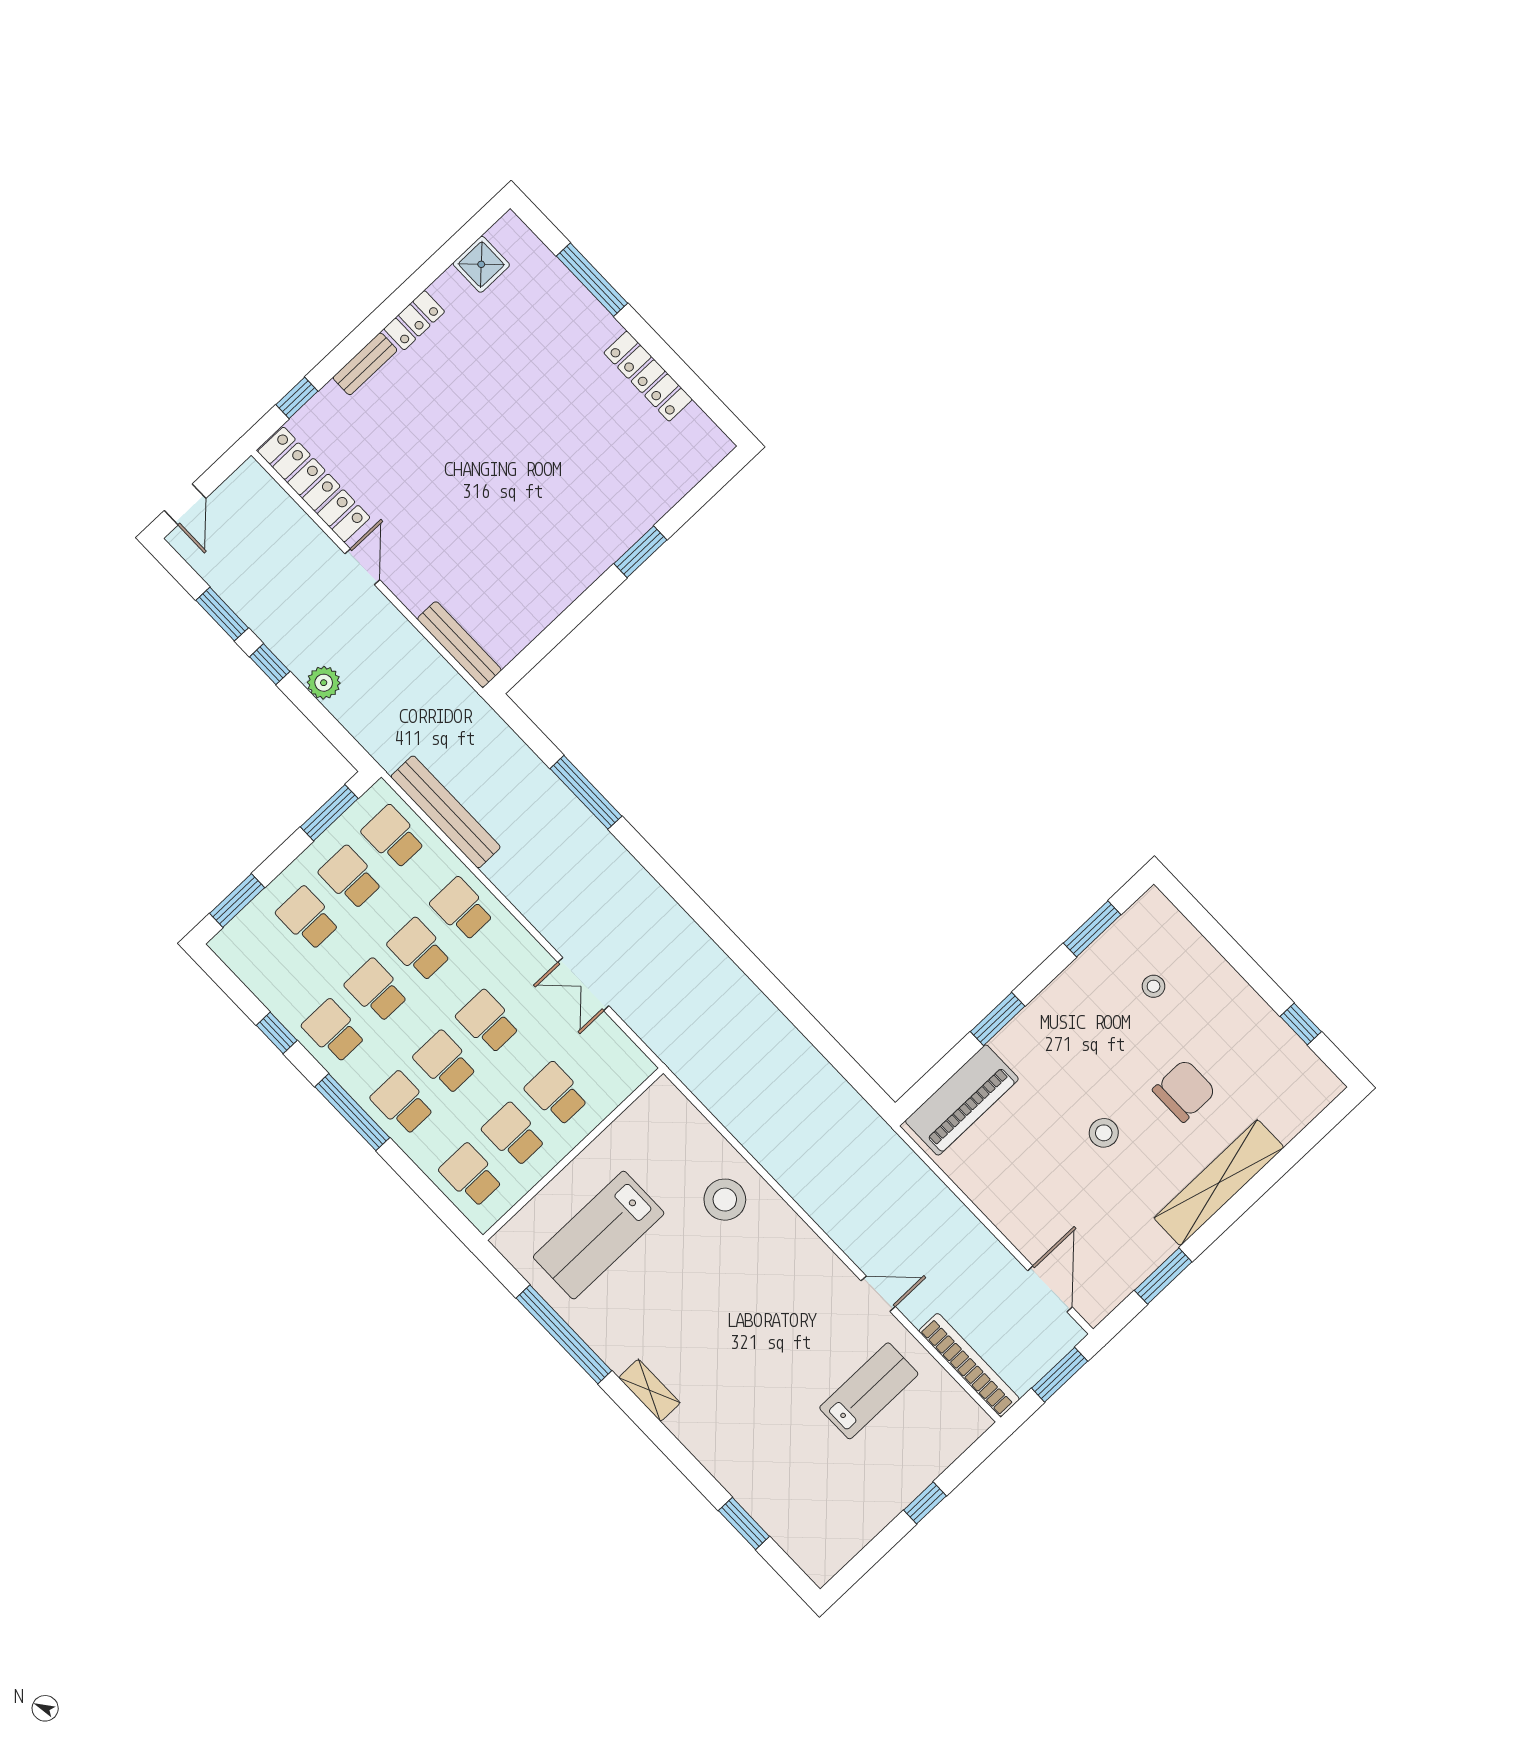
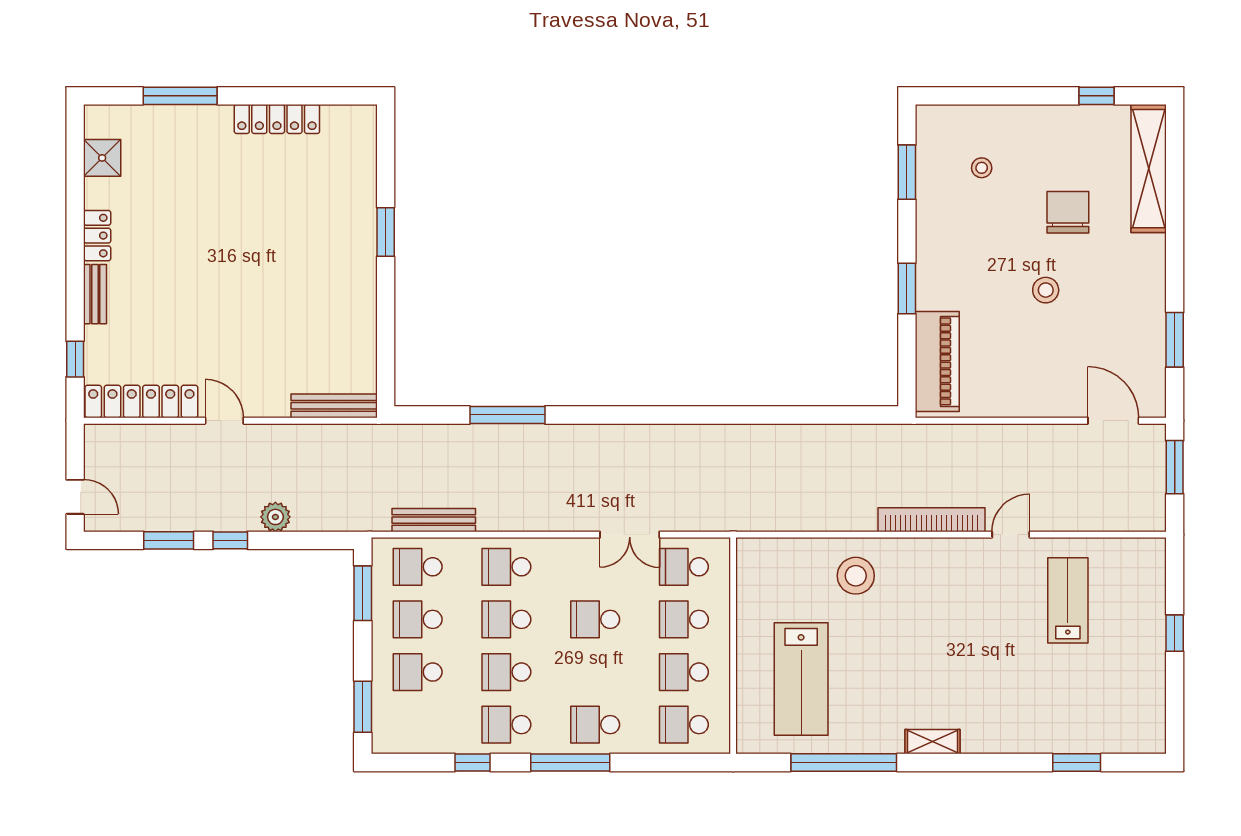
bench: (446, 812) -> (434, 520), width x0.73, depth x0.82
school desk: (445, 1062) -> (684, 567), moved
shelving: (1219, 1183) -> (1149, 169), moved
bookcase: (969, 1365) -> (931, 520), moved

